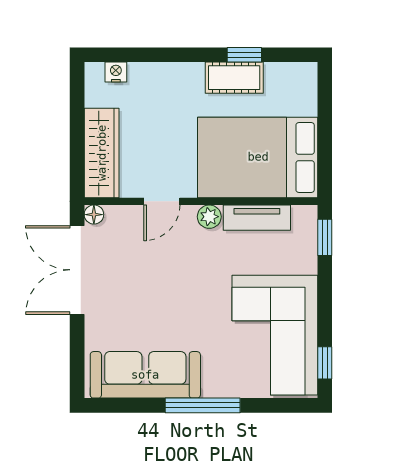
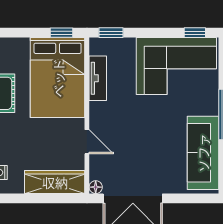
window: (325, 163) -> (61, 33), added
plant: (209, 217) -> (97, 110), removed

